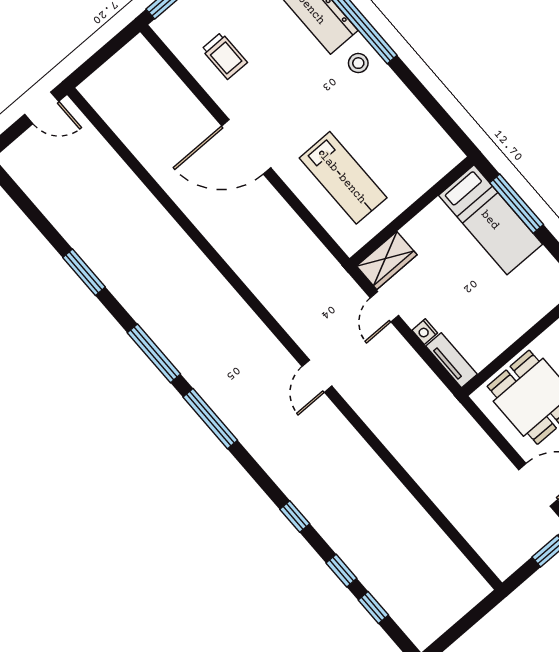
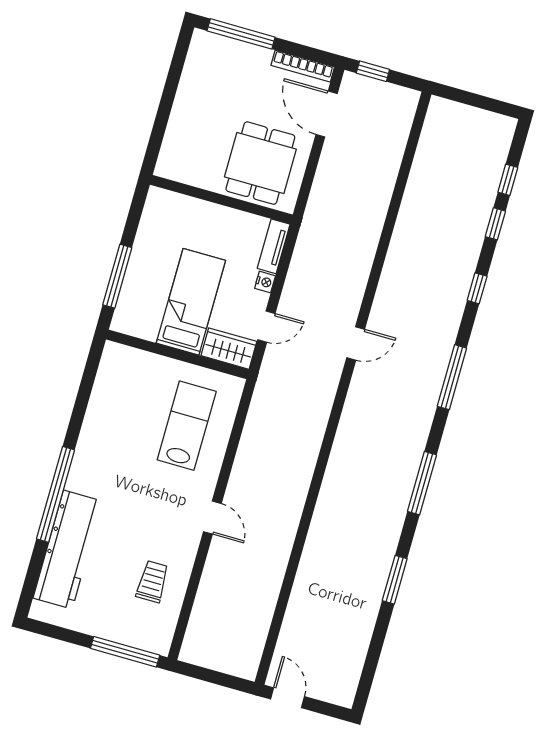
stool: (358, 63) -> (89, 473), removed
door: (246, 147) -> (212, 518), width x0.53
bed: (490, 220) -> (191, 302), moved
window: (210, 419) -> (452, 377), moved

